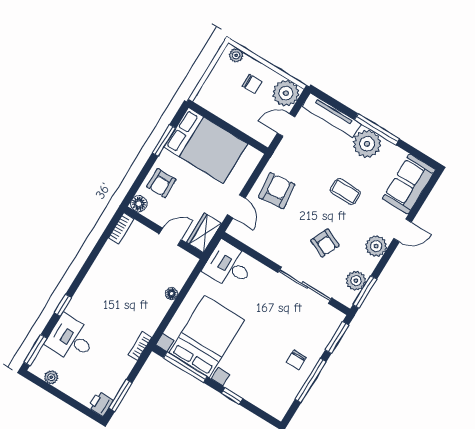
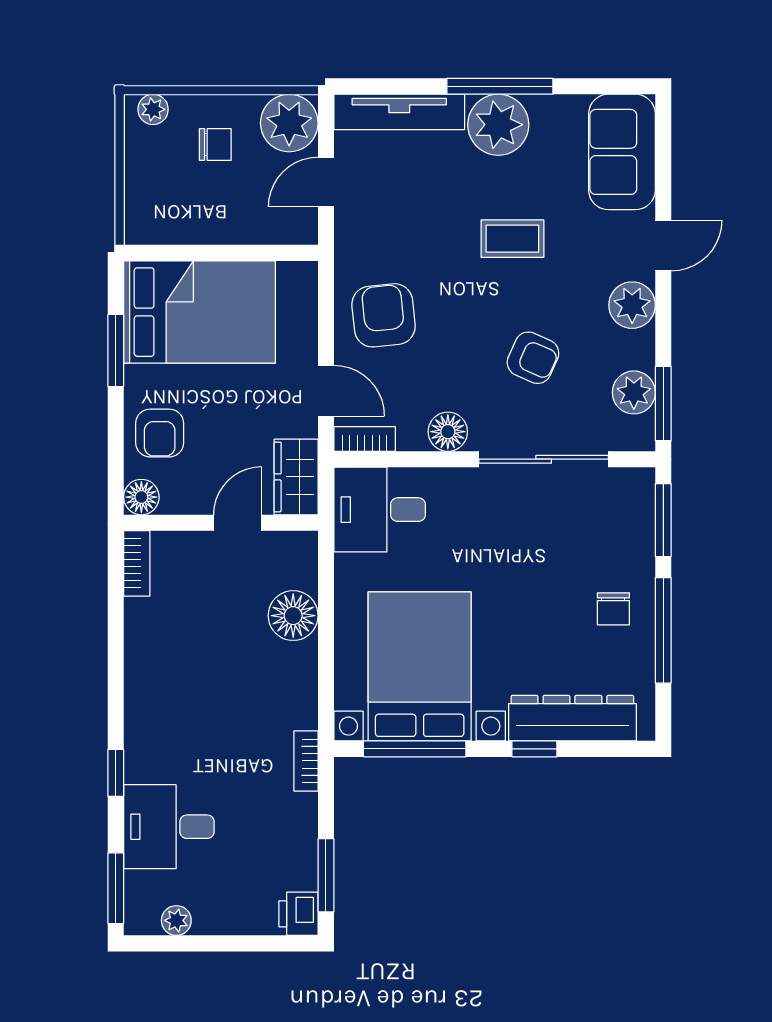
bookcase: (240, 234) -> (365, 439), added
floor lamp: (274, 251) -> (448, 432), added
floor lamp: (171, 294) -> (293, 616), width x1.89, depth x1.89
dresser: (254, 393) -> (572, 718), added

